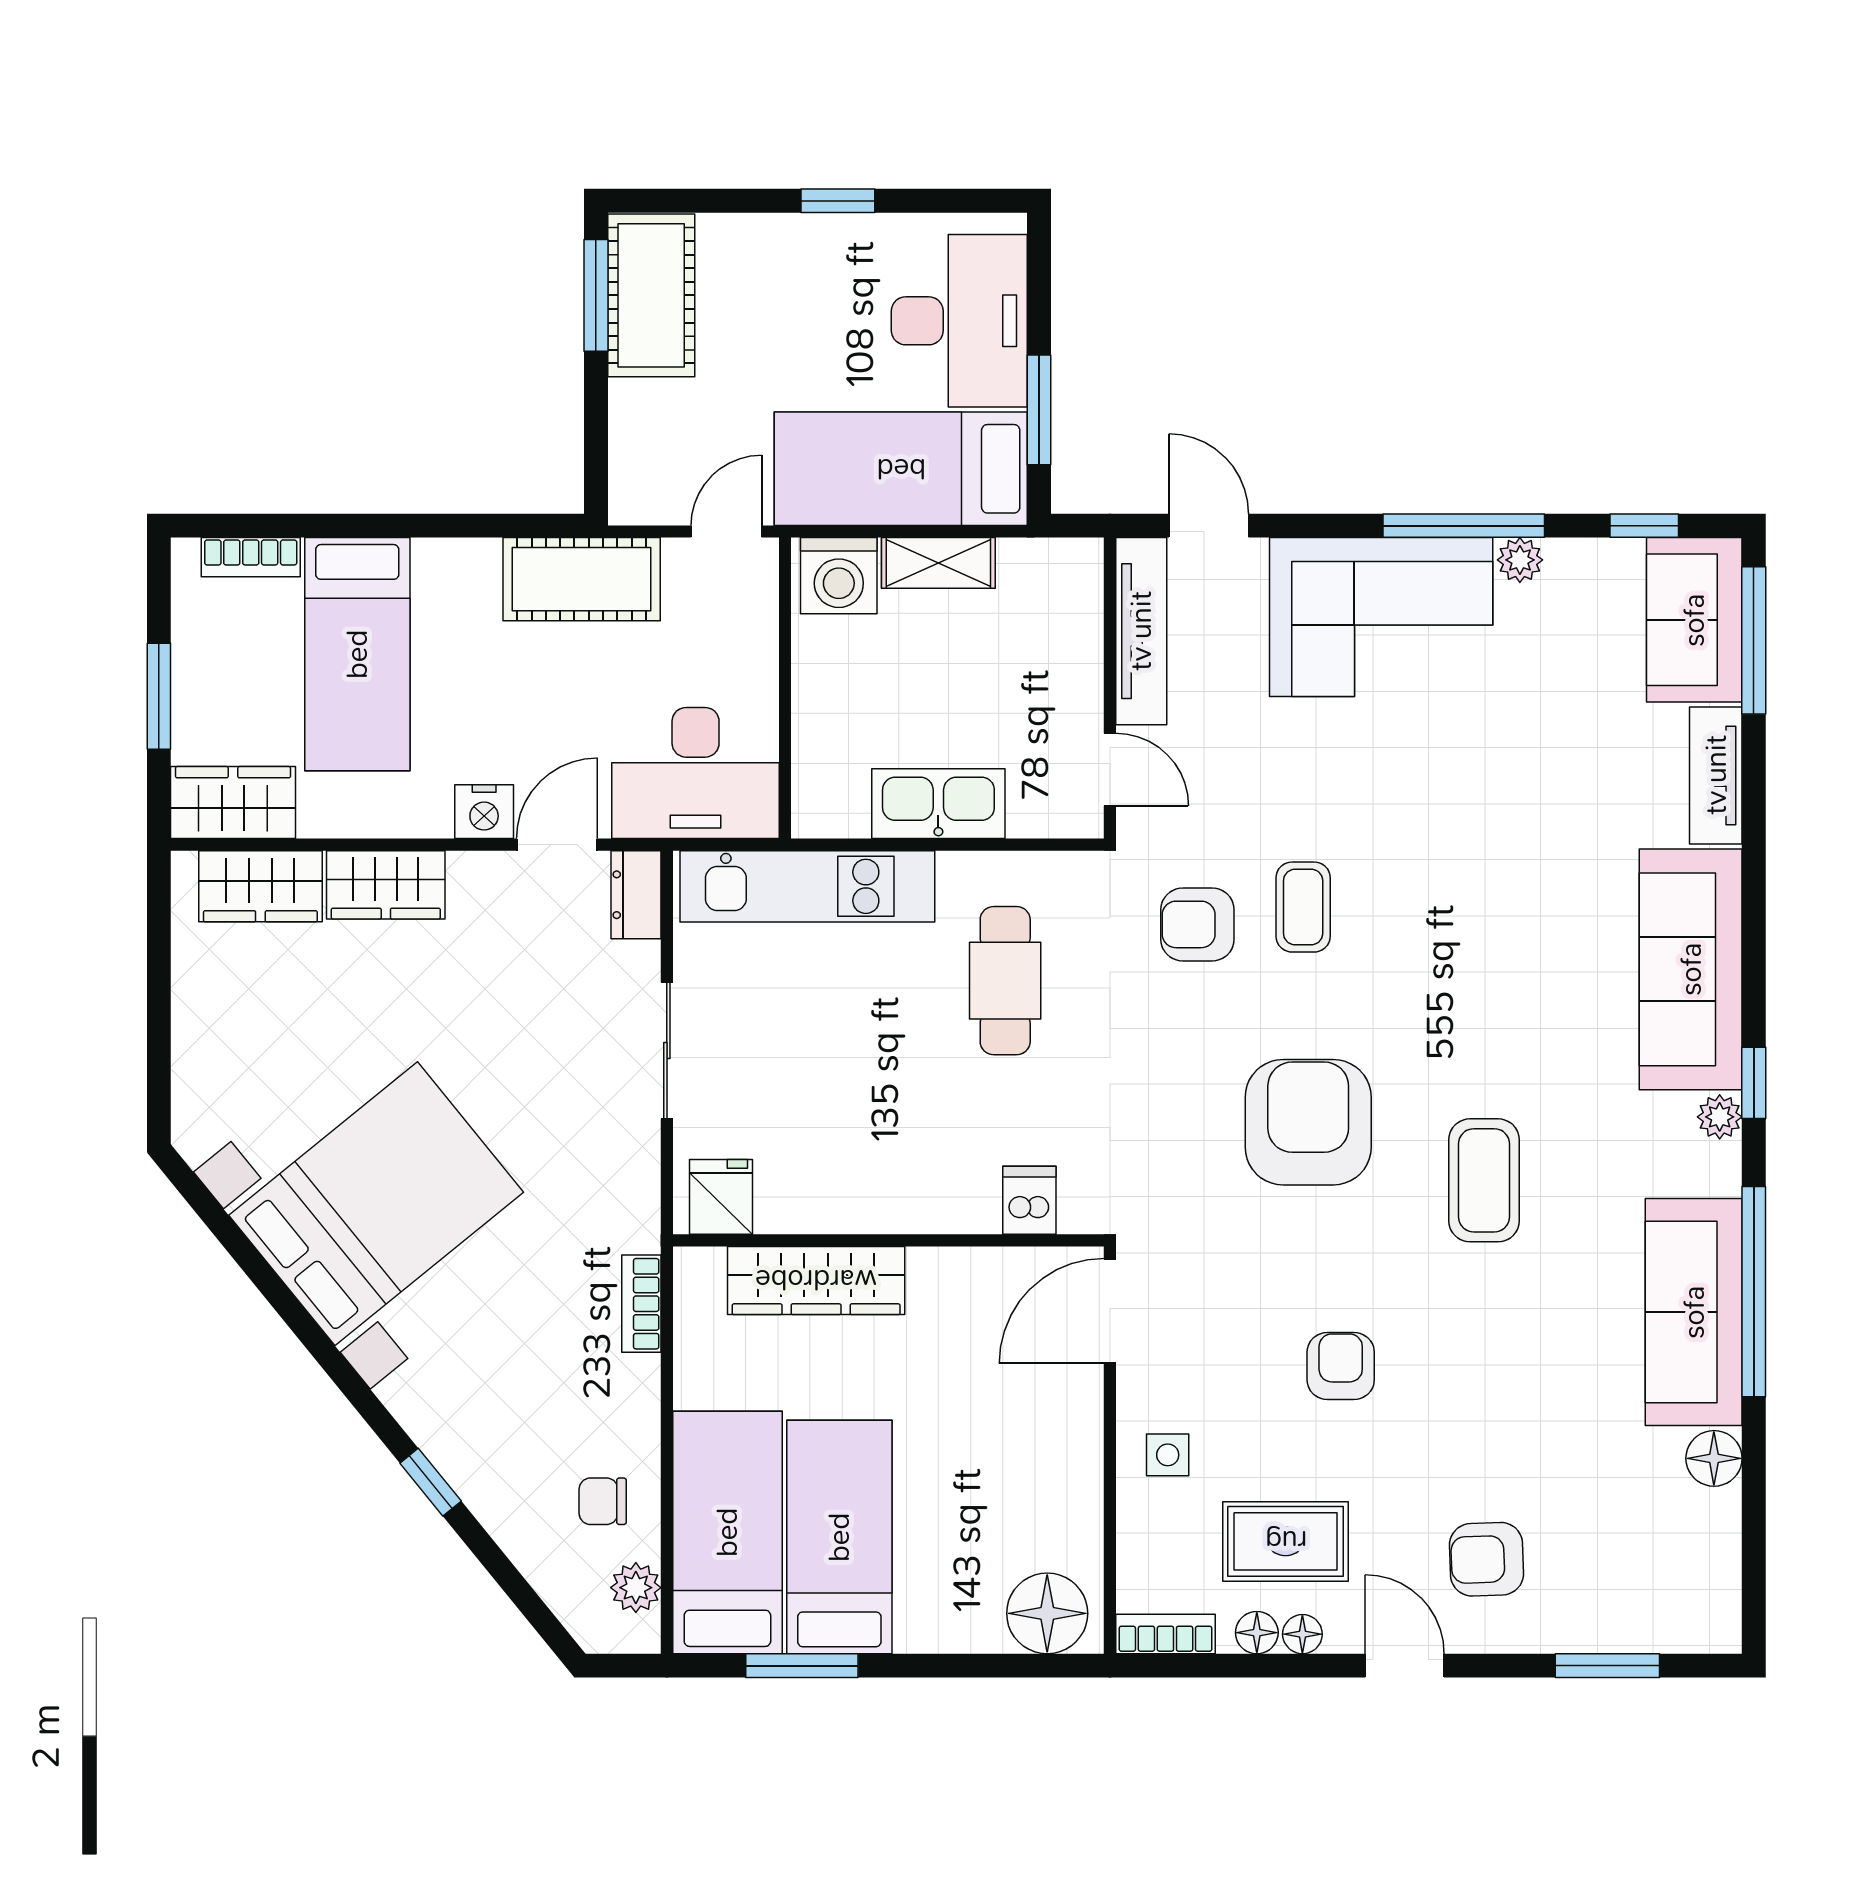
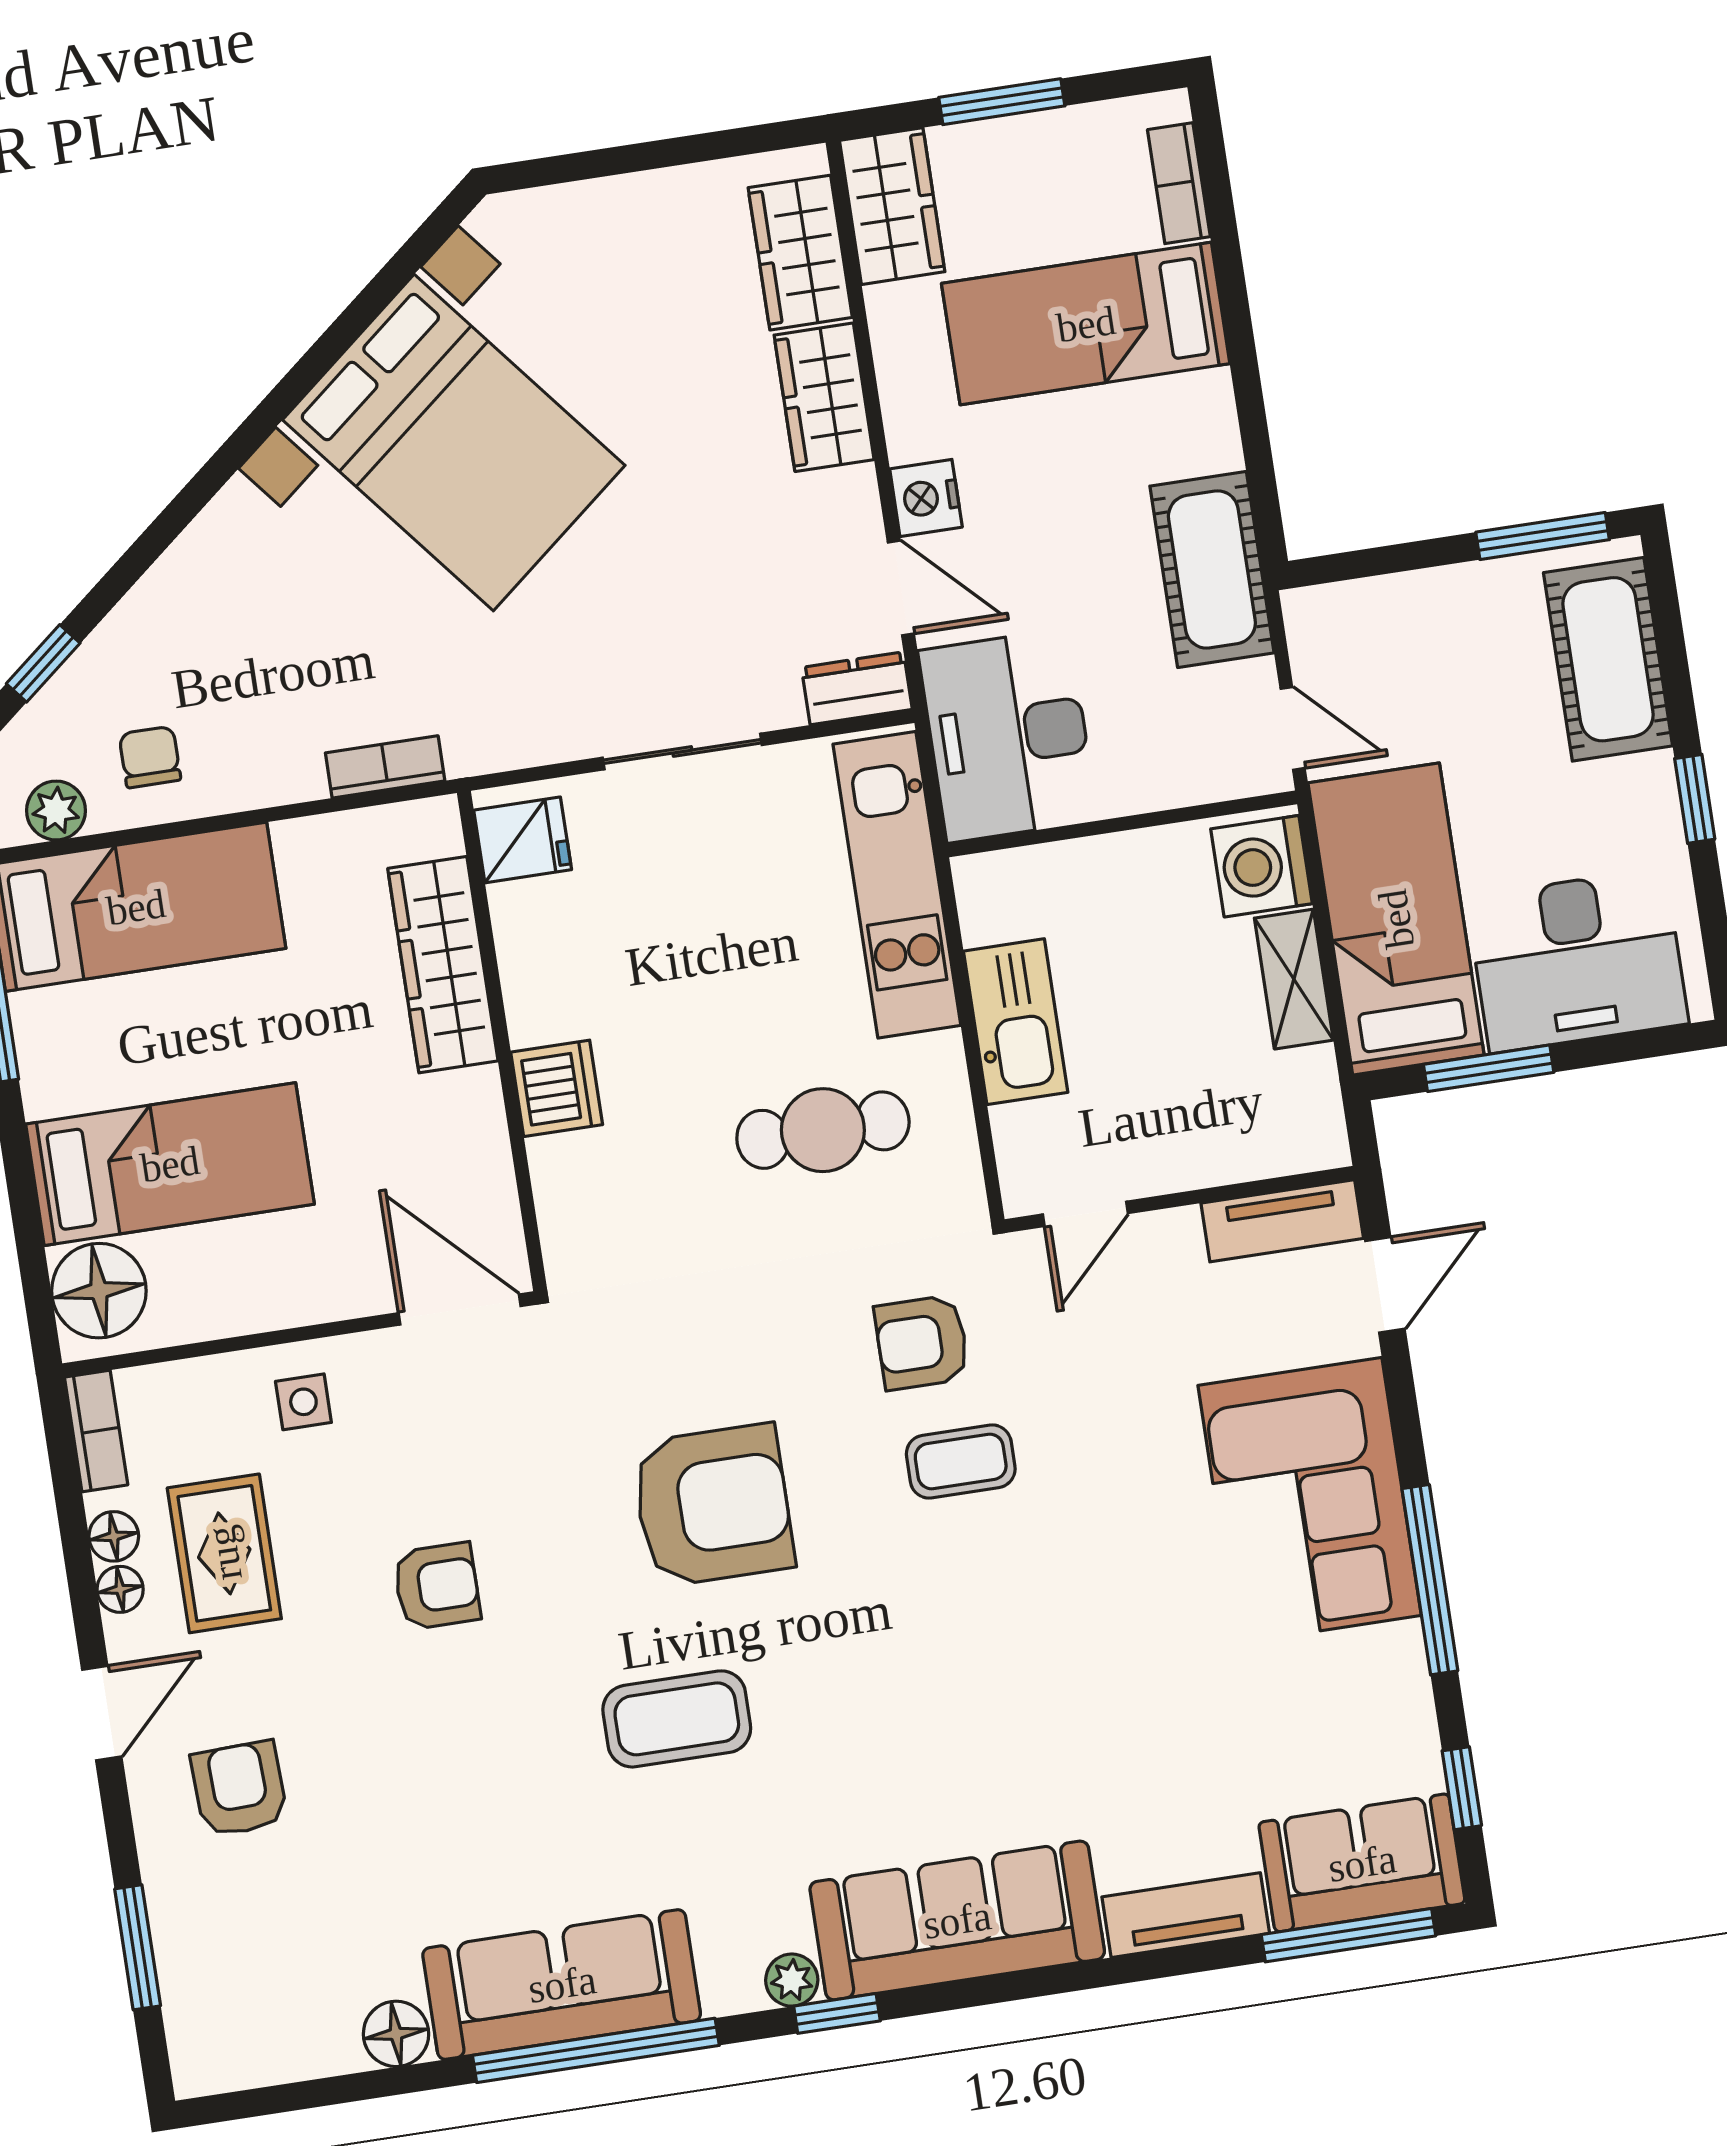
cot: (651, 295) -> (1608, 659), moved, turned 90
plant: (1520, 560) -> (1400, 1651), removed
tv unit: (1141, 631) -> (1282, 1221), width x0.71
armchair: (1197, 924) -> (922, 1342), turned -90
dishwasher: (1029, 1200) -> (557, 1088), moved, width x1.38
window: (431, 1482) -> (43, 663), moved
bed: (839, 1537) -> (170, 1164), moved

